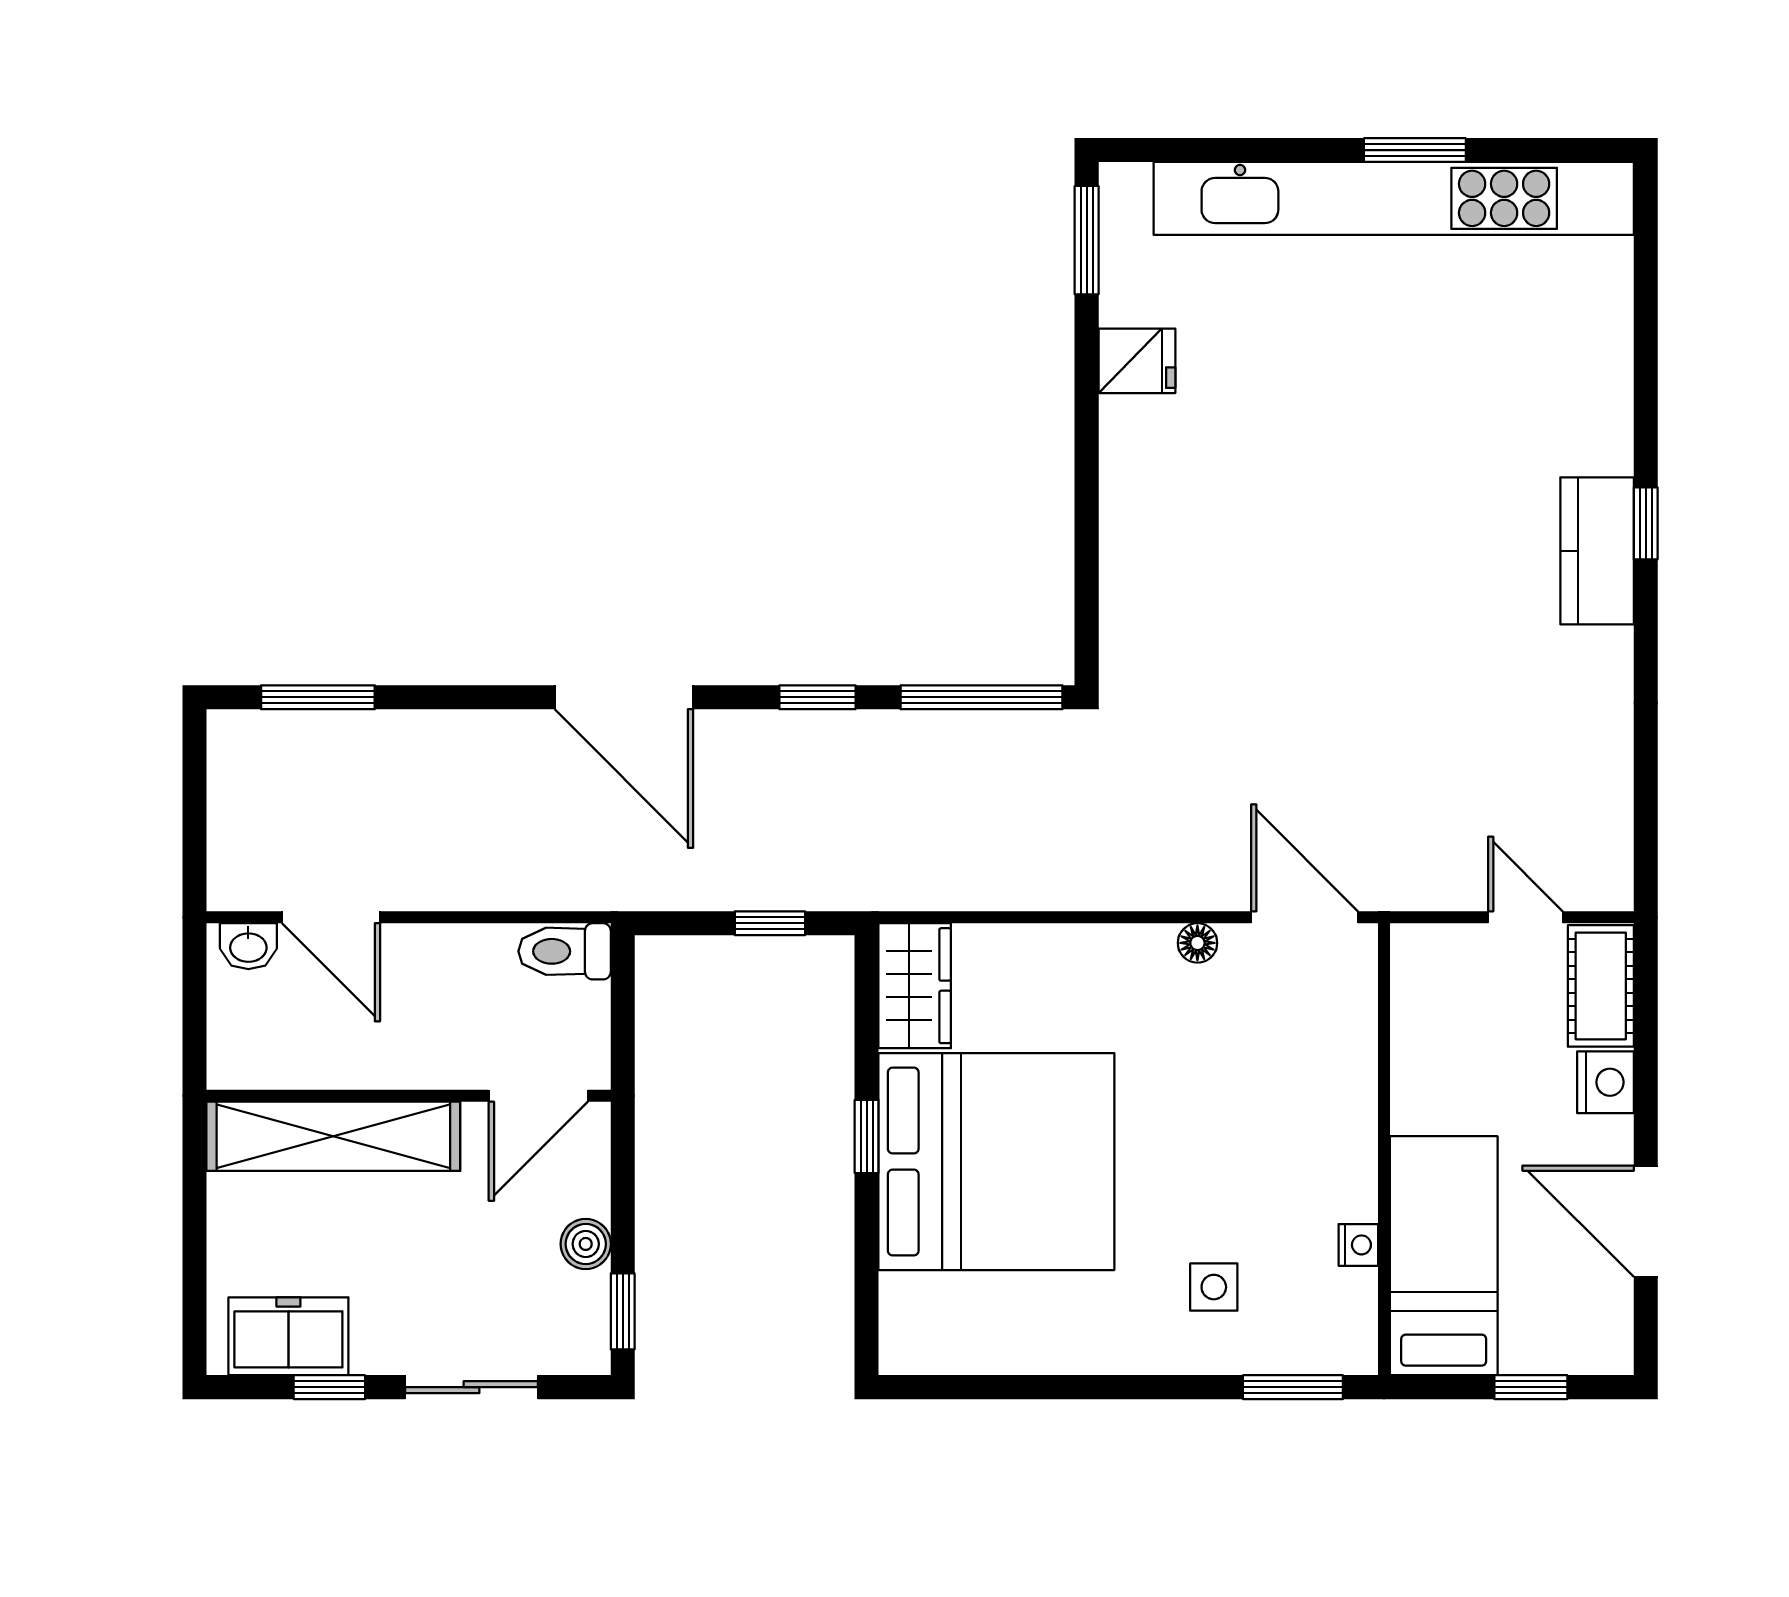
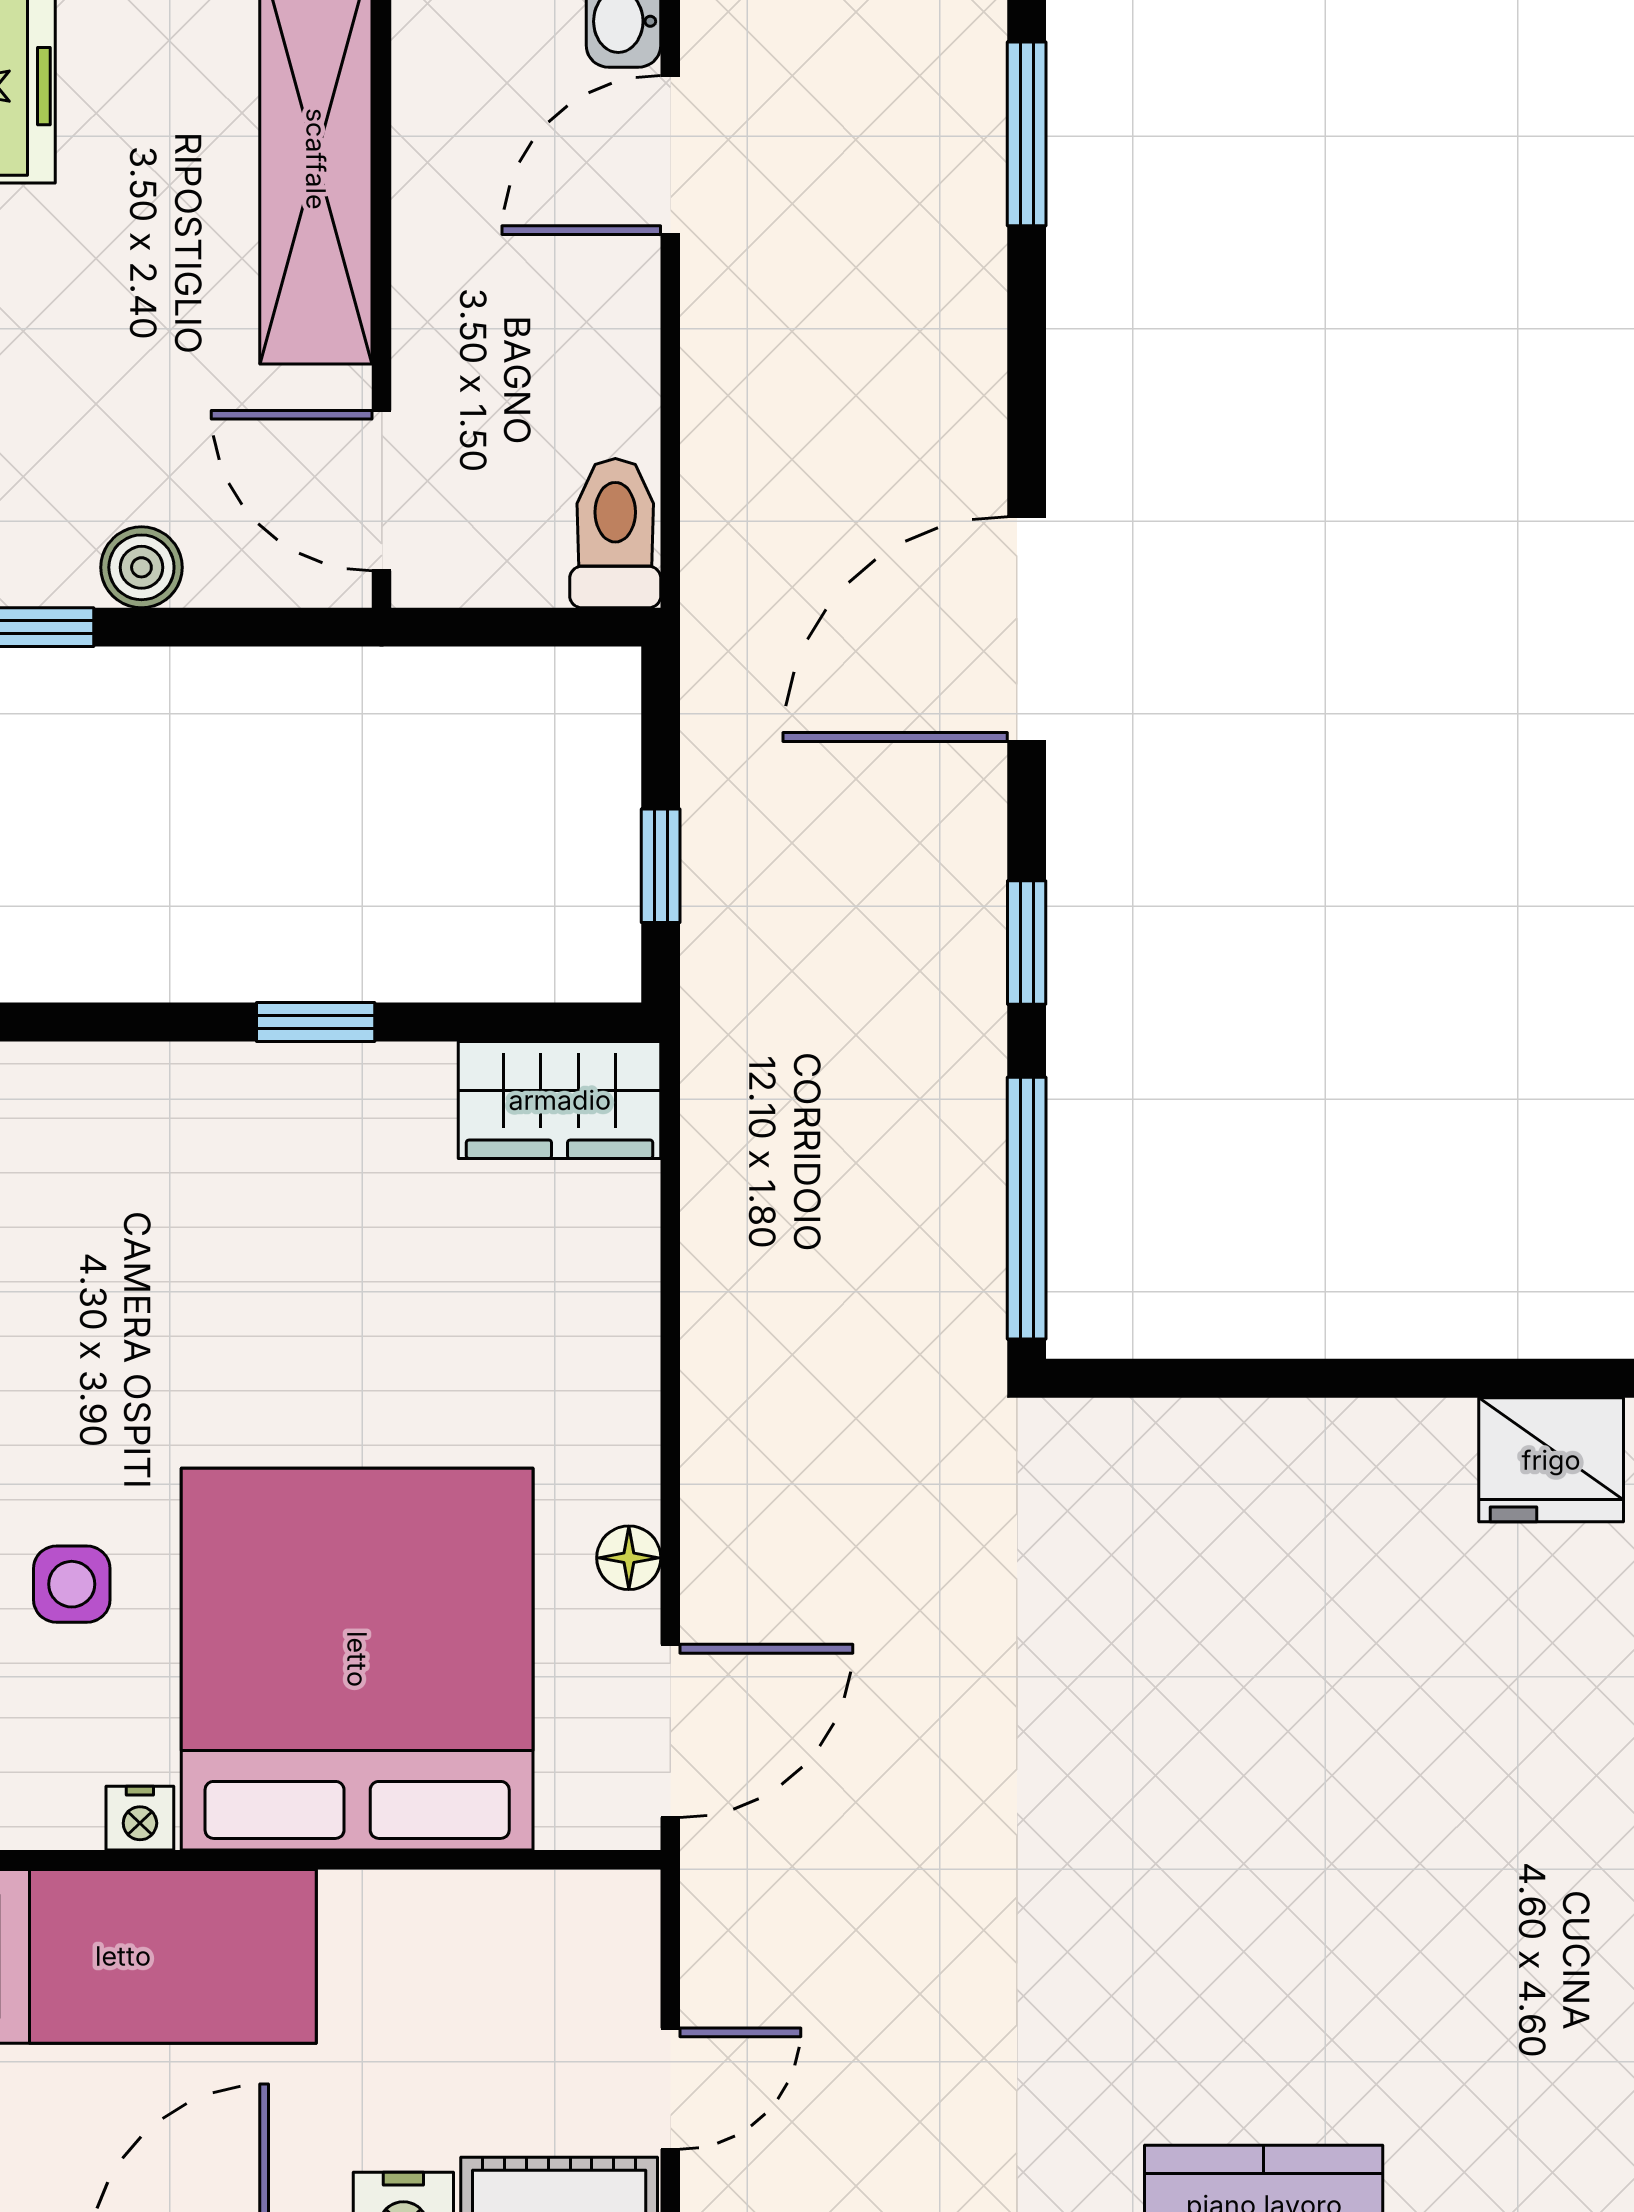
fridge: (1137, 361) -> (1551, 1460), width x1.38
bed: (996, 1162) -> (357, 1659), moved, turned 180

